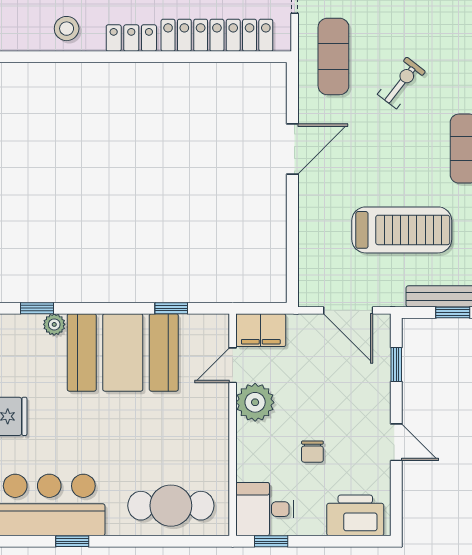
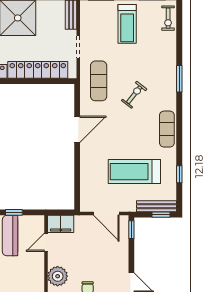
treadmill: (402, 230) -> (134, 172), turned 180
window: (396, 364) -> (131, 230), moved
plant: (255, 402) -> (58, 276), moved

